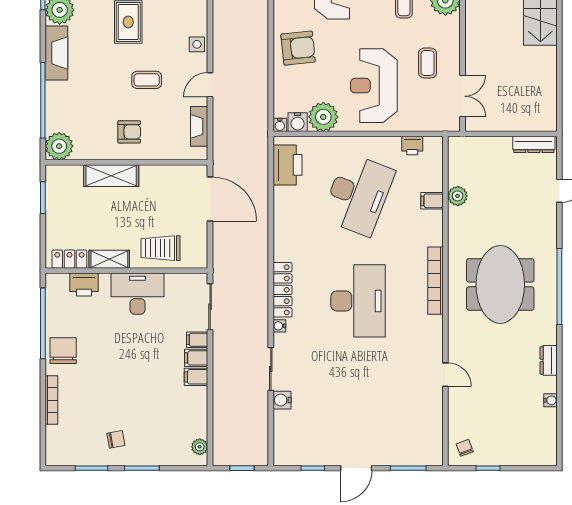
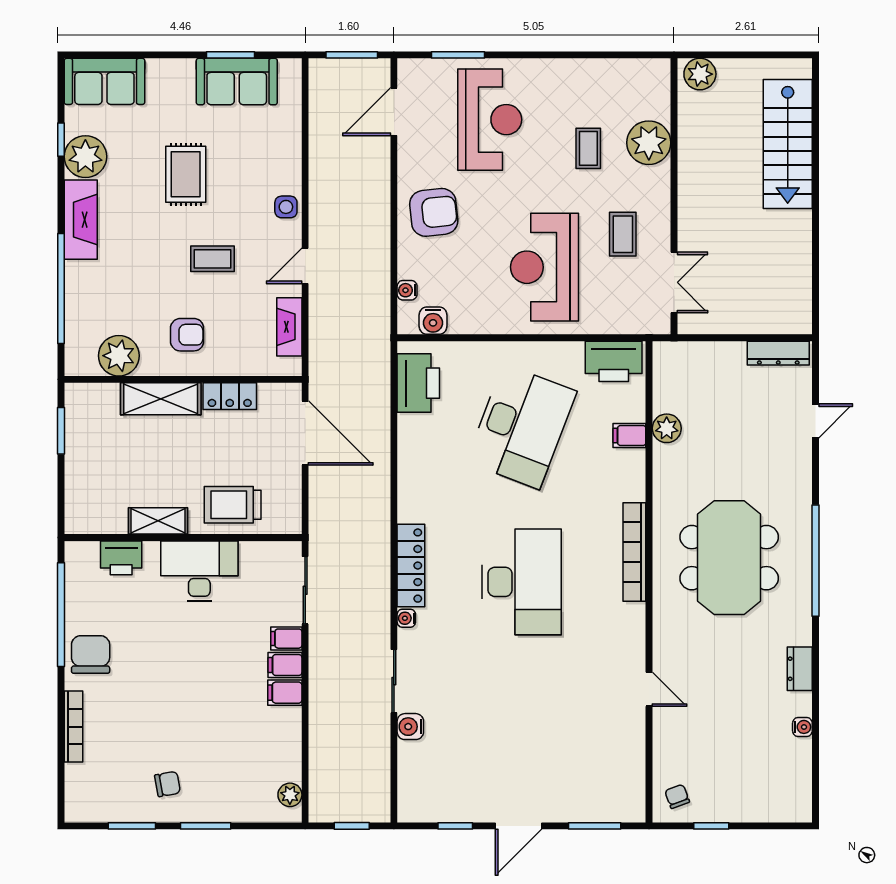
plant: (323, 117) -> (471, 313), removed
water cooler: (280, 125) -> (407, 290), moved, turned 90
plant: (59, 146) -> (119, 356), moved
printer: (412, 146) -> (614, 361), width x1.87, depth x1.48
locker: (69, 259) -> (230, 396), moved, turned 180

